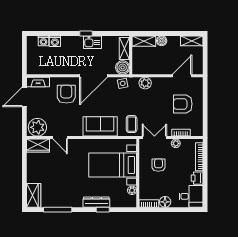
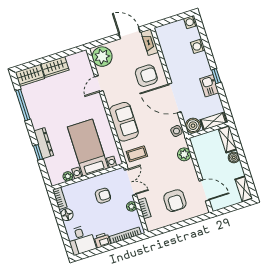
washing machine: (43, 41) -> (190, 22), moved
armchair: (183, 104) -> (175, 201), turned 180
wardrobe: (38, 146) -> (55, 67), moved, turned -90

